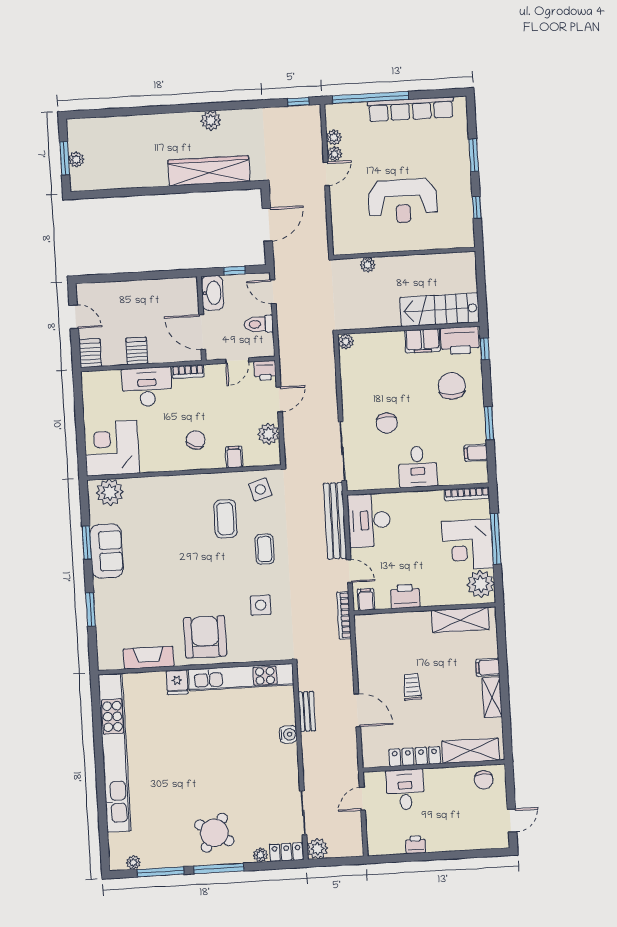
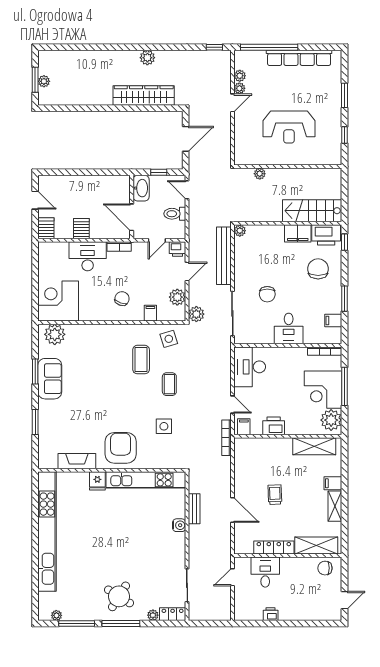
bench: (335, 521) -> (224, 256), moved
chair: (484, 780) -> (325, 568), turned 91
plant: (317, 849) -> (196, 314), moved

